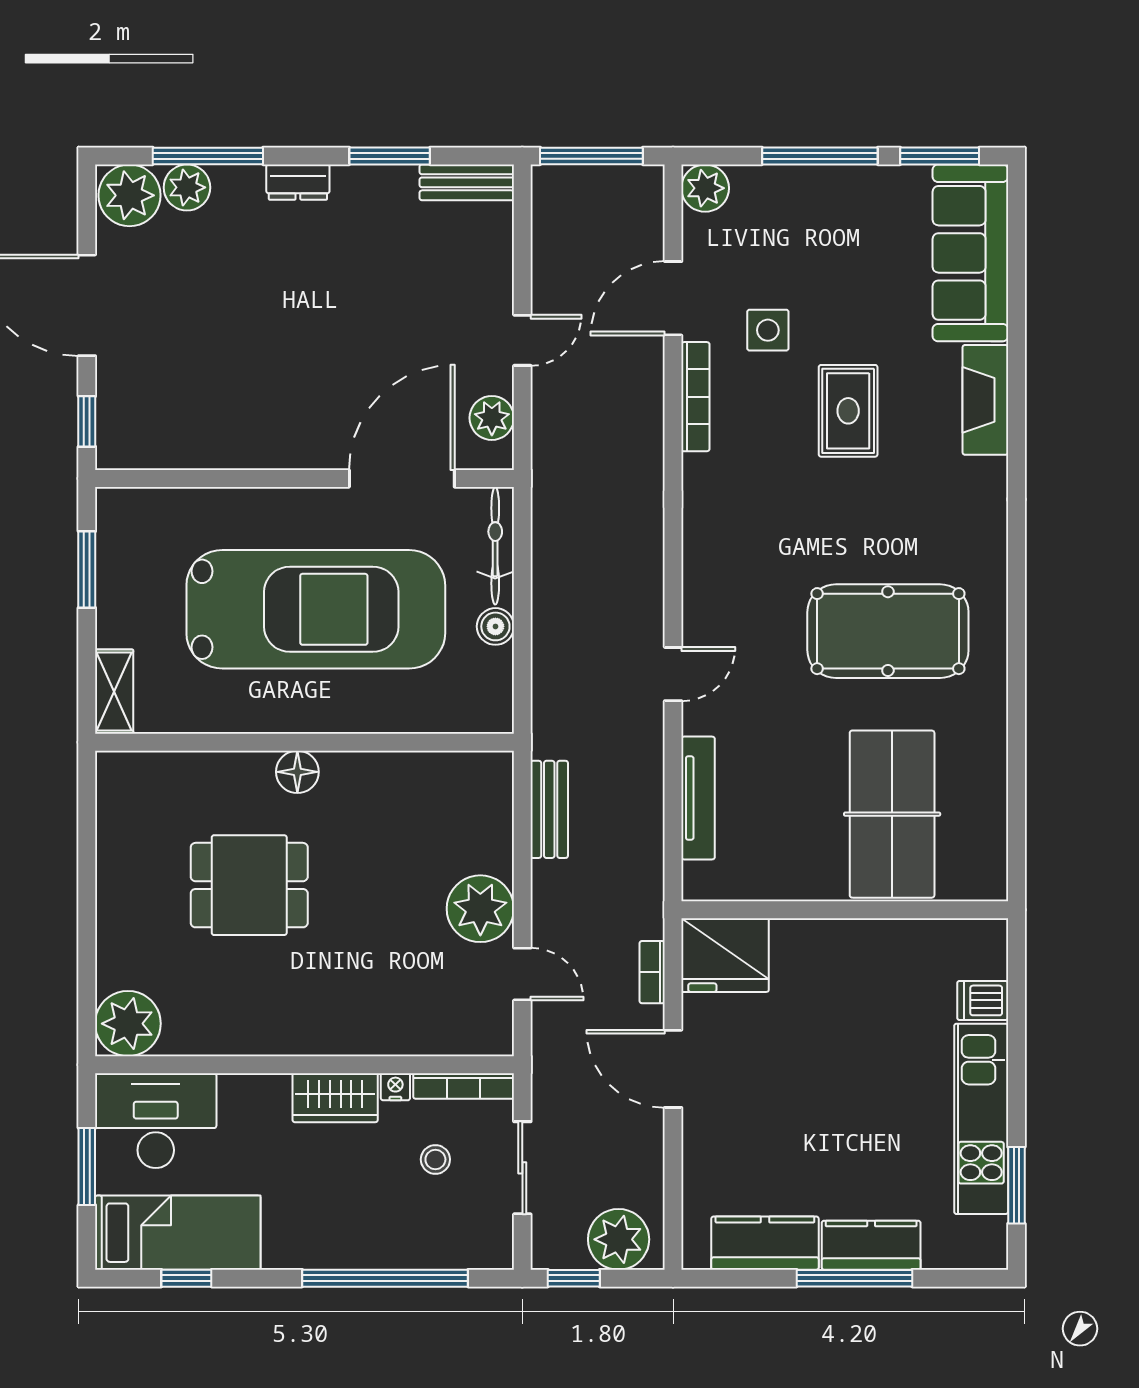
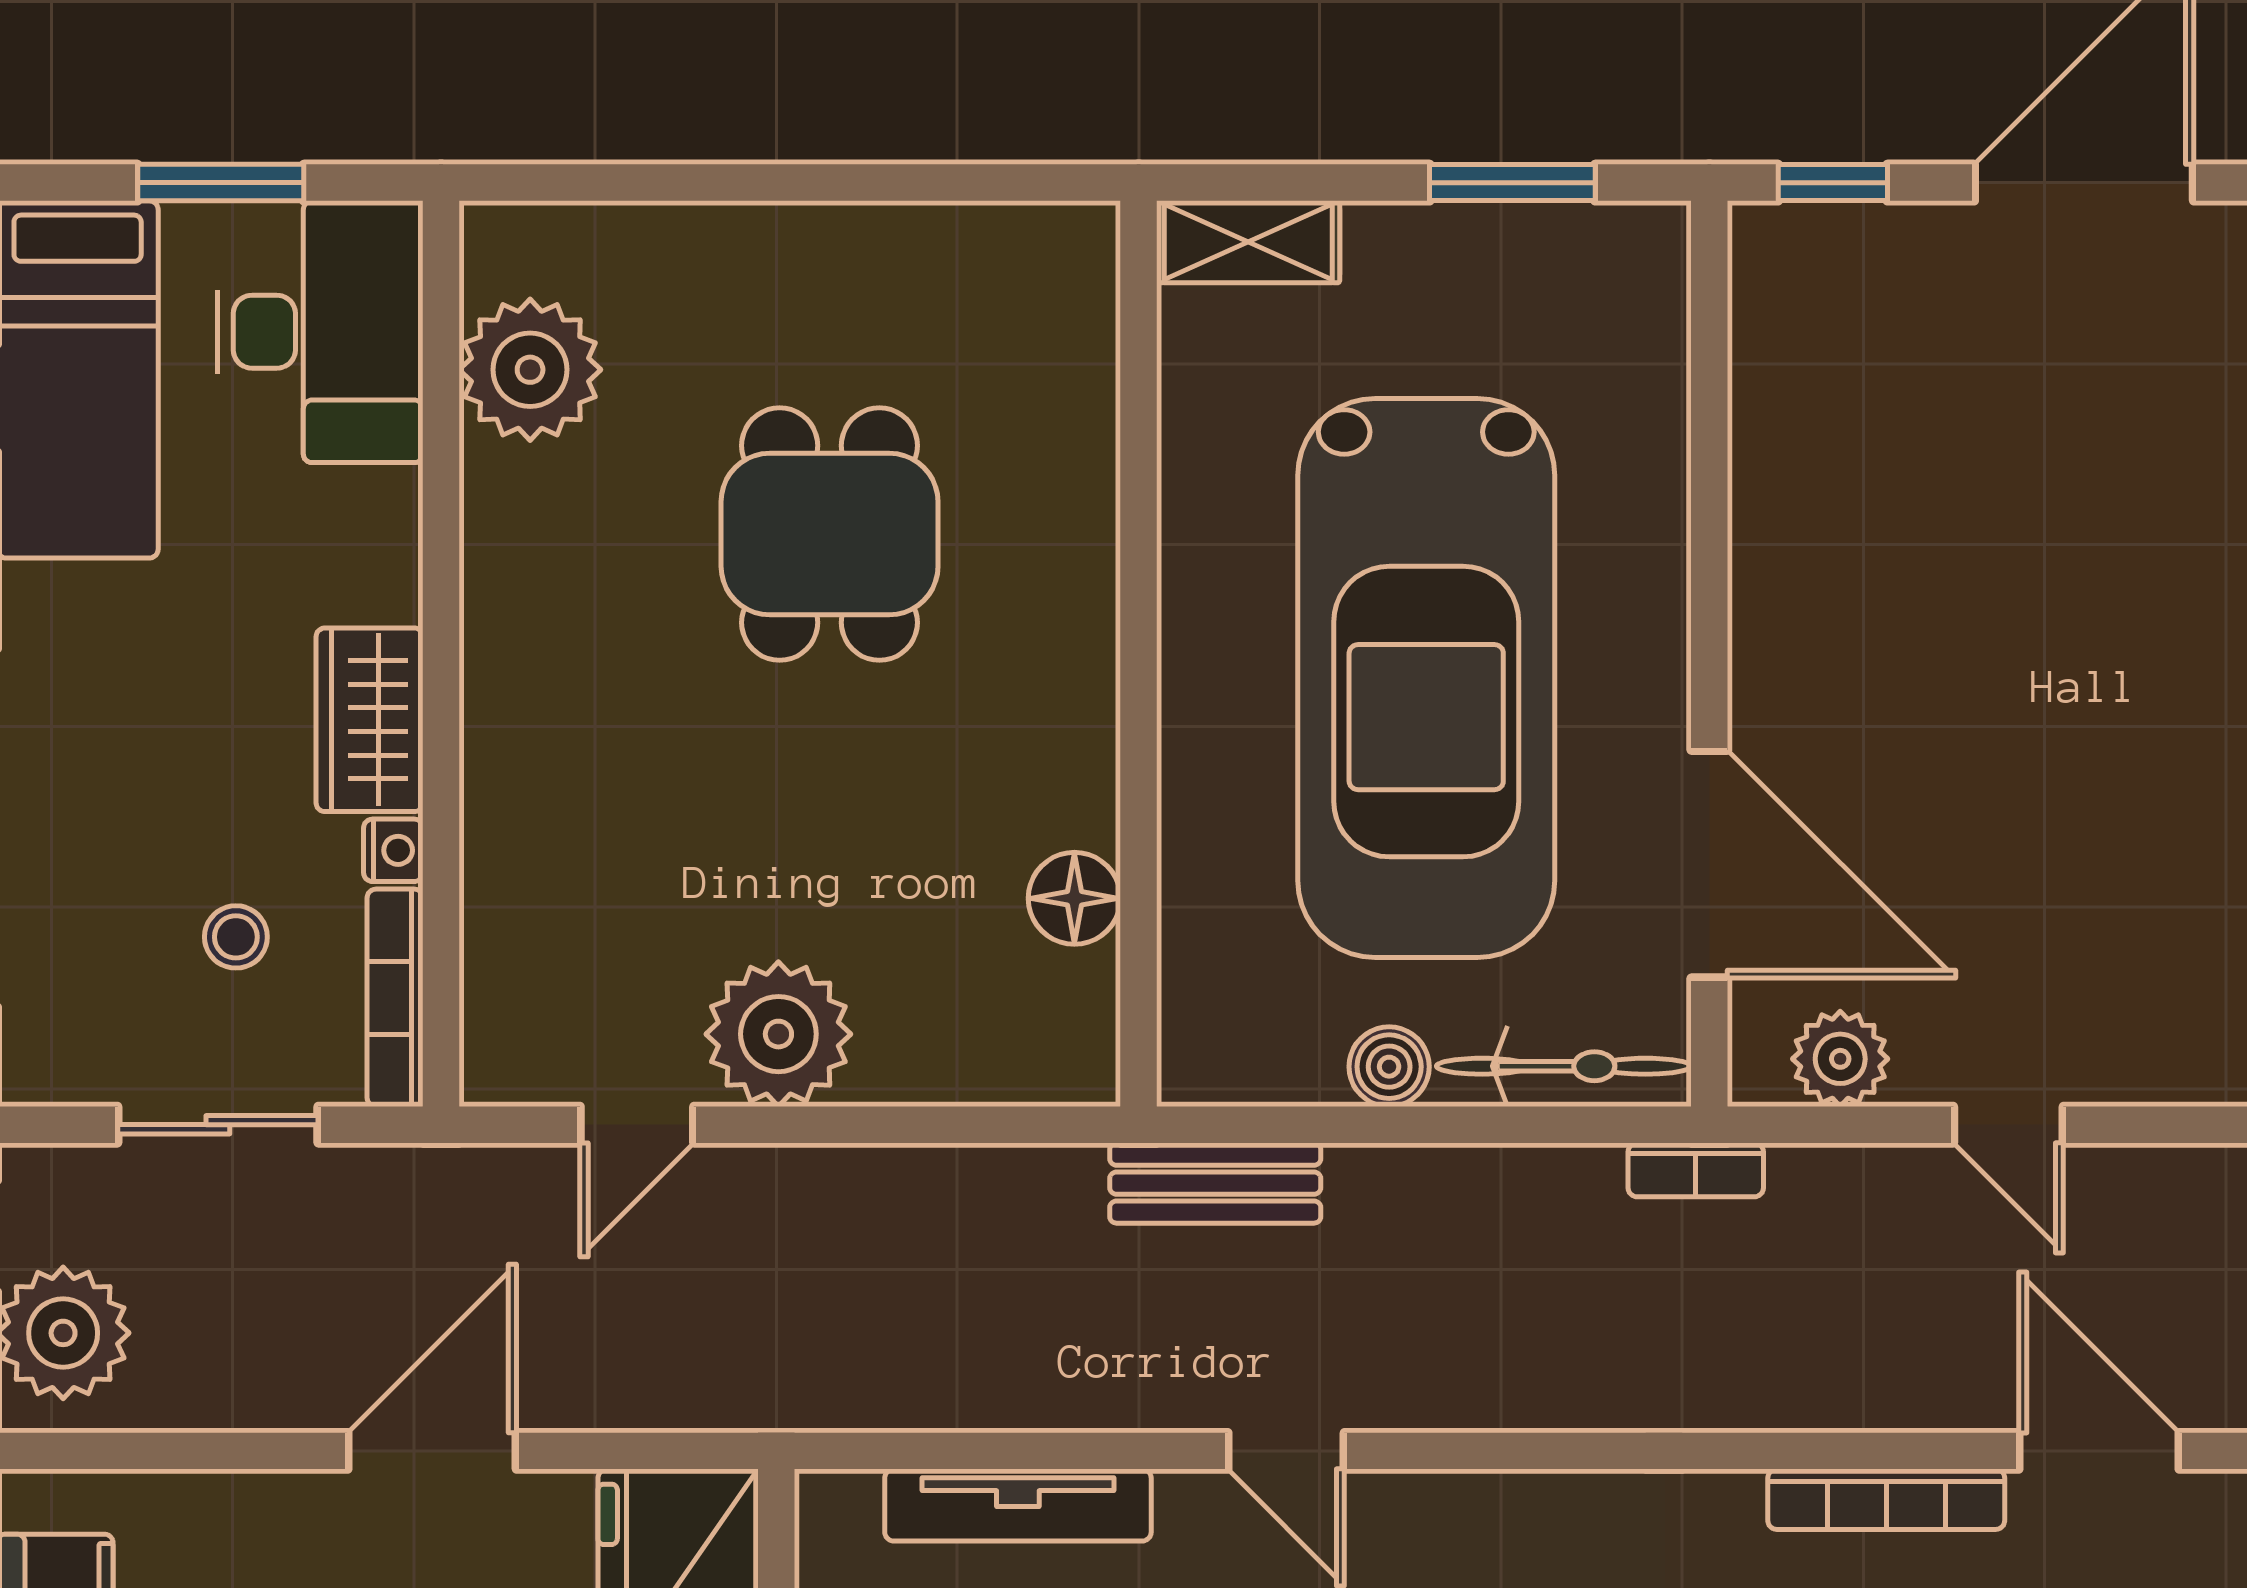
floor lamp: (297, 772) -> (1074, 898), moved
bench: (549, 809) -> (1215, 1183), moved
bookcase: (652, 972) -> (1696, 1170), moved, turned 180
plant: (128, 1024) -> (530, 370), moved

